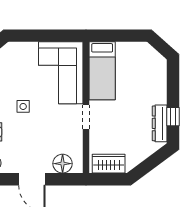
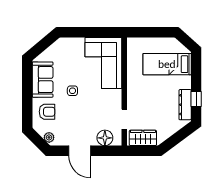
bed: (102, 71) -> (167, 64), moved, turned 90
doorway: (86, 117) -> (124, 119), moved

